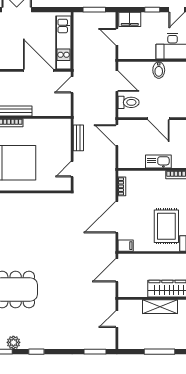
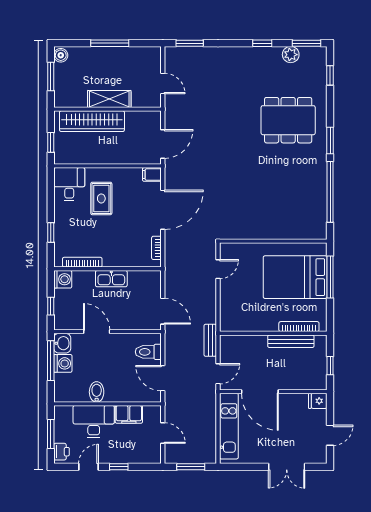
filing cabinet: (130, 19) -> (129, 414), moved, turned 180
bidet: (159, 70) -> (97, 392), moved
door: (158, 119) -> (97, 332), moved
bench: (78, 138) -> (210, 340), moved
rug: (166, 226) -> (101, 198), width x0.73, depth x0.70
door: (117, 319) -> (163, 83), hinge flipped

